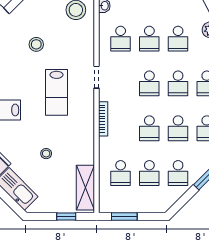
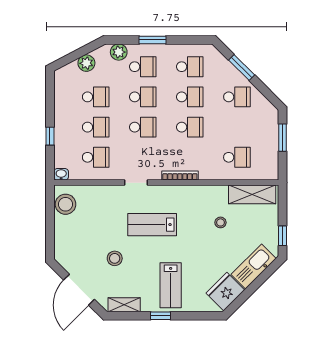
stool: (36, 44) -> (115, 258), moved
lab bench: (57, 92) -> (152, 225), turned 180
stool: (46, 154) -> (220, 222), moved
school desk: (149, 173) -> (237, 127), removed
window: (66, 217) -> (283, 236), moved
window: (124, 217) -> (283, 138), moved

